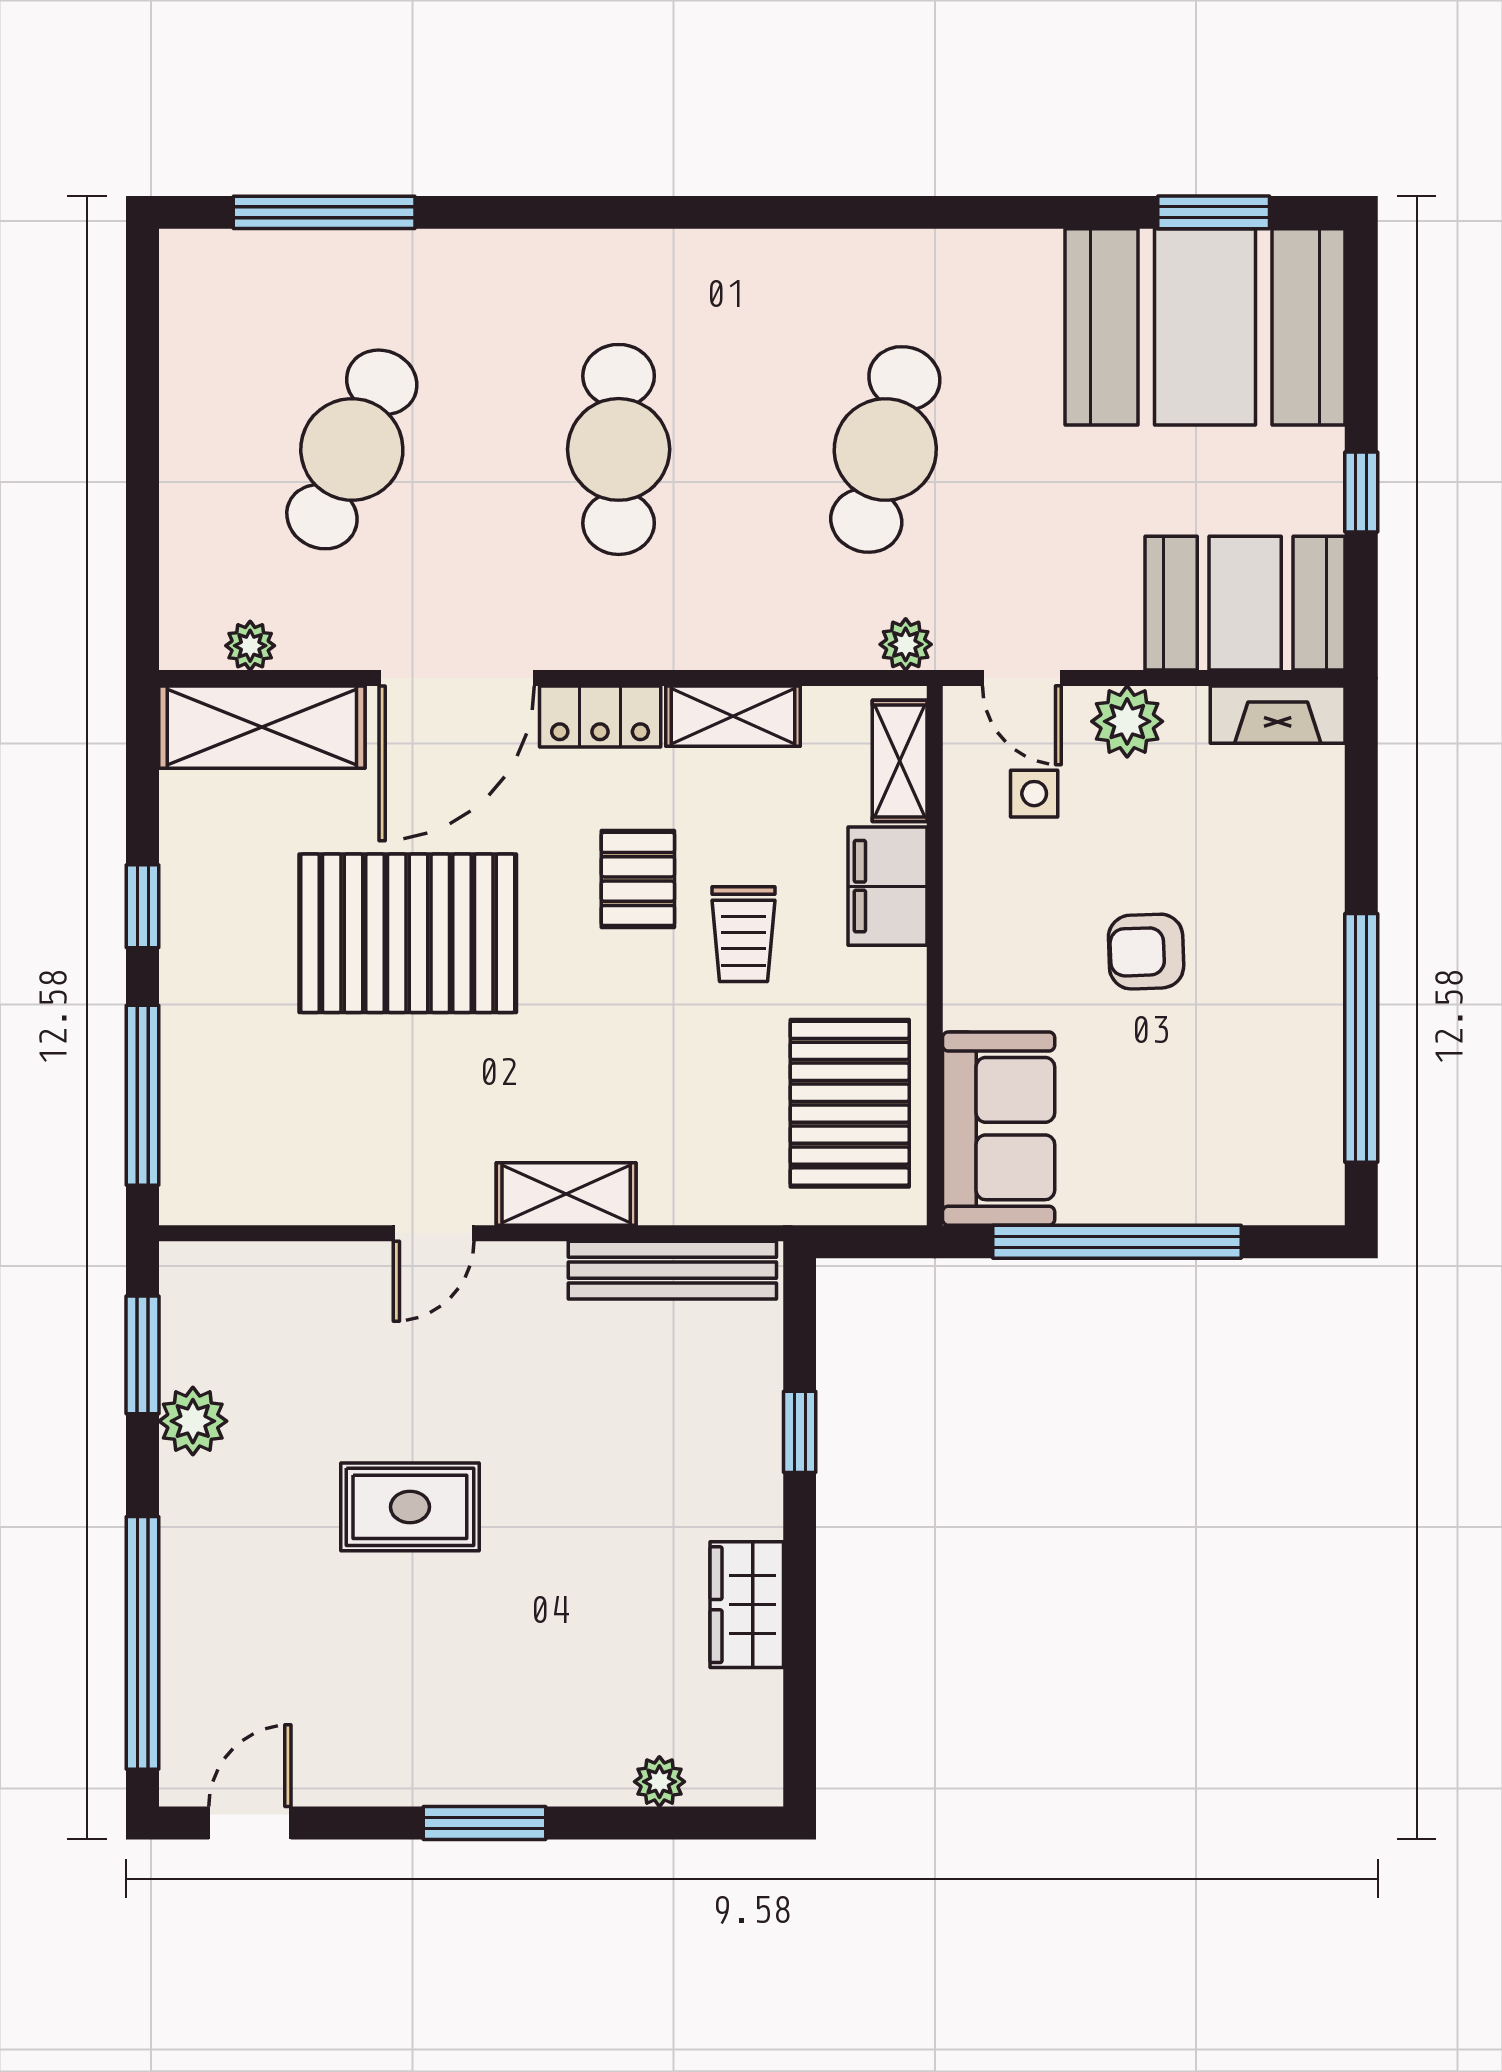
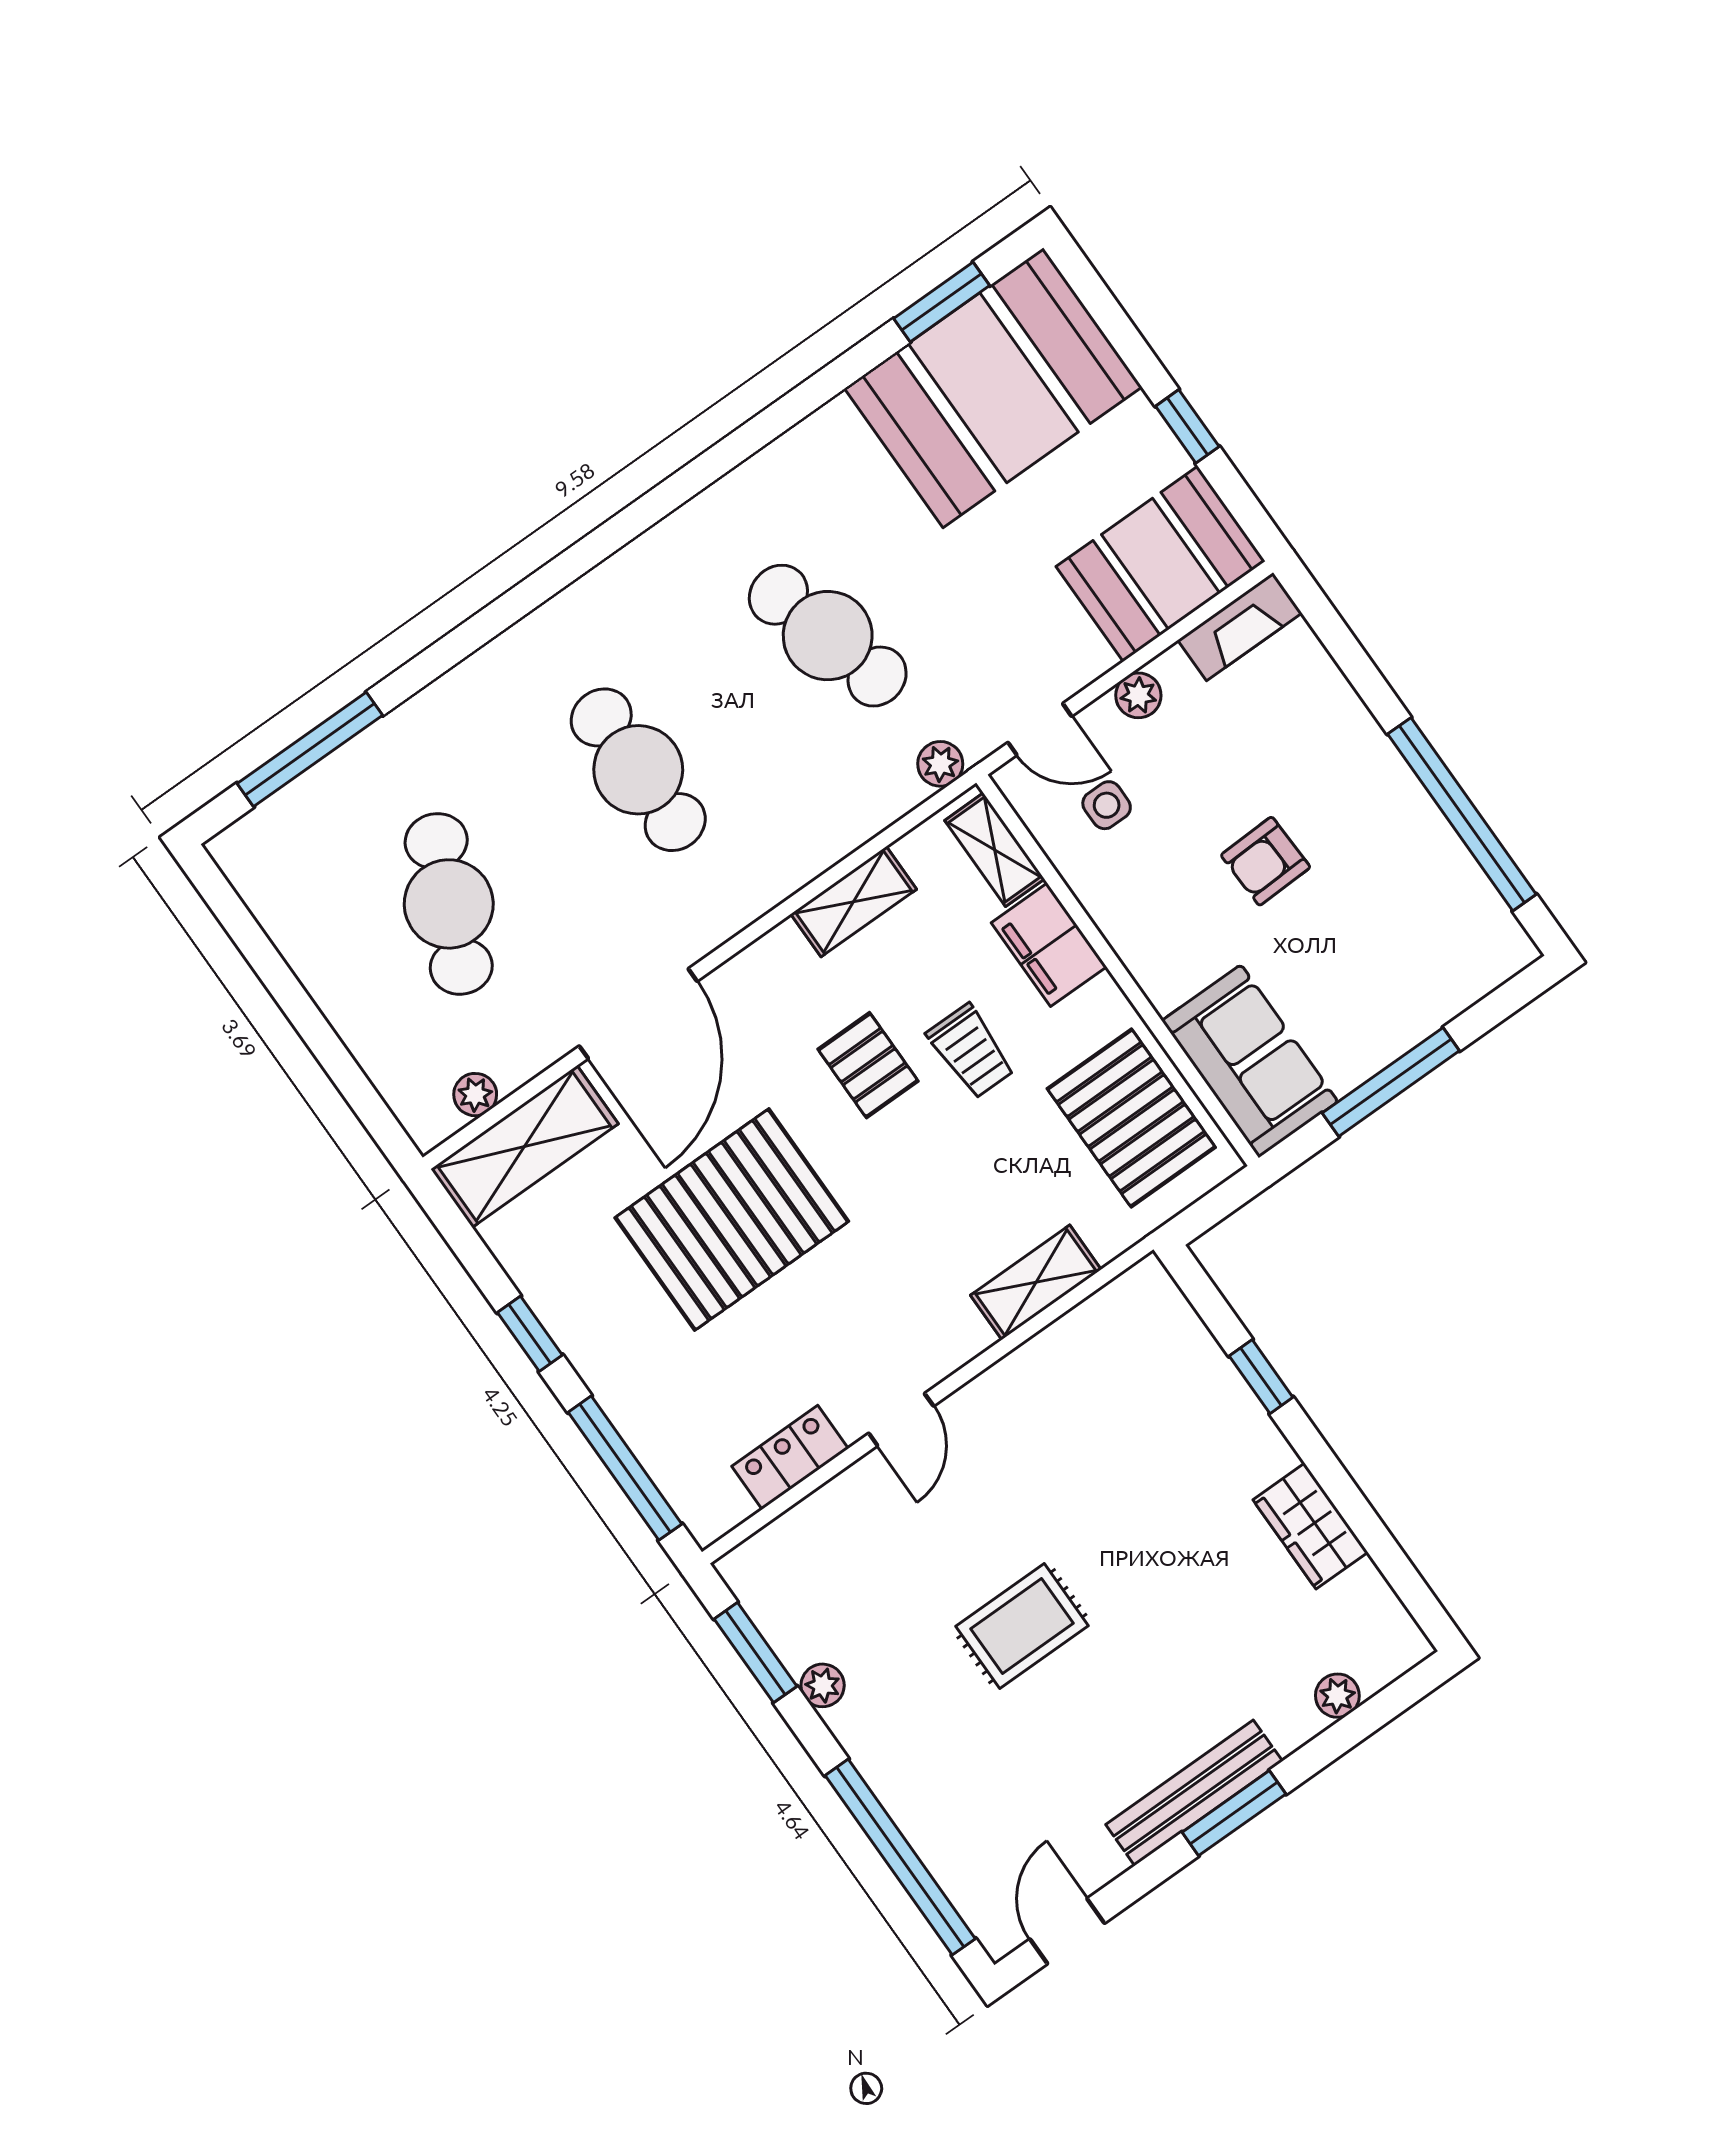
cafe table: (885, 449) -> (828, 636), turned -30
locker: (600, 716) -> (790, 1457), moved, turned 180
plant: (1127, 721) -> (1138, 695), width x0.73, depth x0.73
shelving: (566, 1194) -> (1036, 1282), moved
window: (1117, 1242) -> (1391, 1082), width x0.68
bench: (672, 1270) -> (1194, 1793), moved
plant: (193, 1421) -> (823, 1685), width x0.73, depth x0.73

